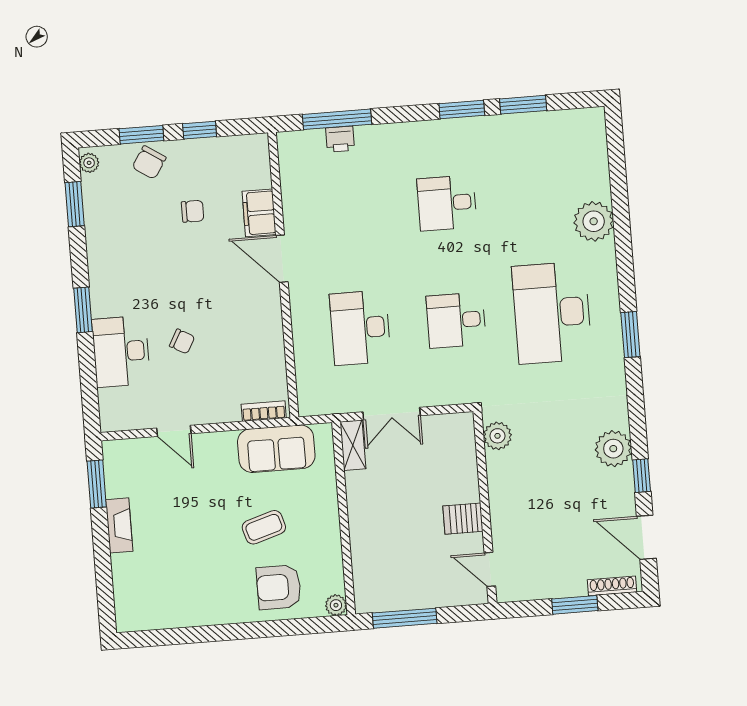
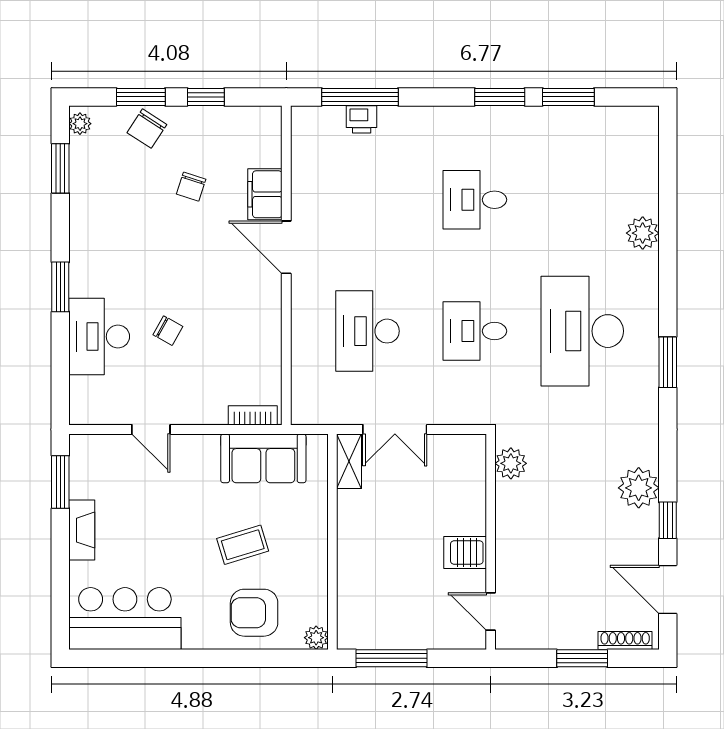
chair: (193, 211) -> (191, 187), turned 108
plant: (594, 221) -> (643, 233), width x0.73, depth x0.73
bar counter: (164, 601) -> (125, 619), added

